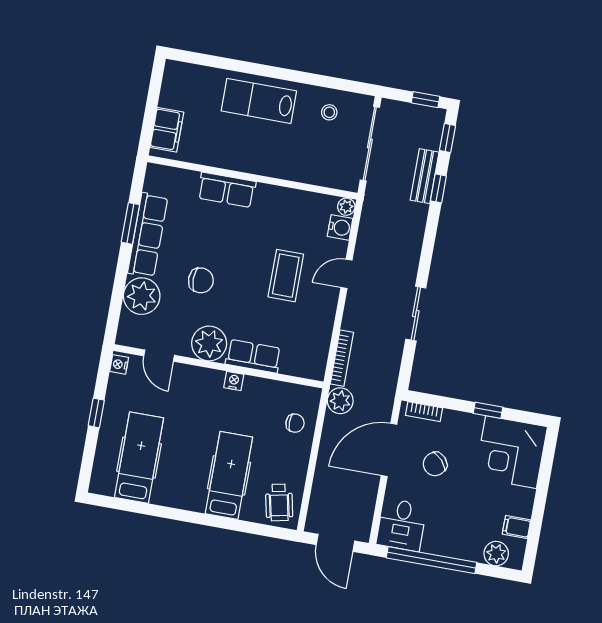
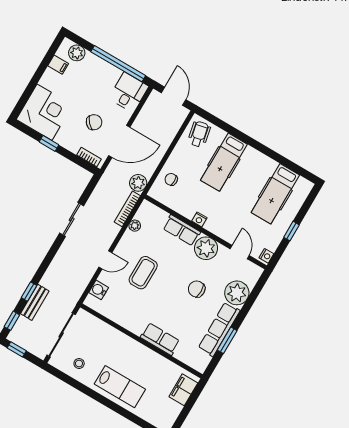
plant: (346, 207) -> (135, 226), moved

